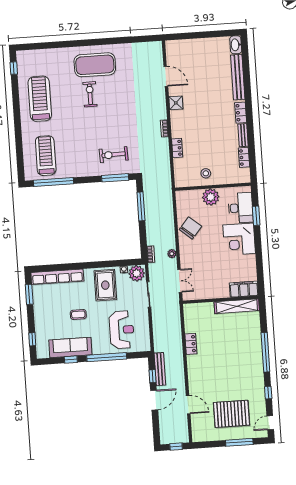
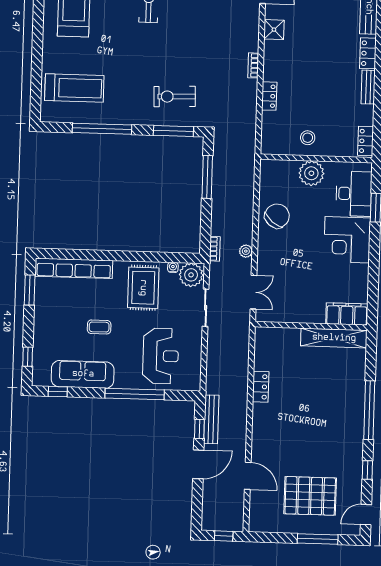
treadmill: (46, 156) -> (74, 88), turned 90
locker: (244, 157) -> (366, 141), moved
window: (53, 182) -> (102, 129), moved
window: (71, 360) -> (58, 392), moved

